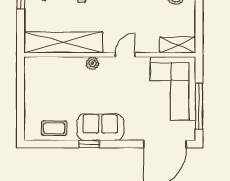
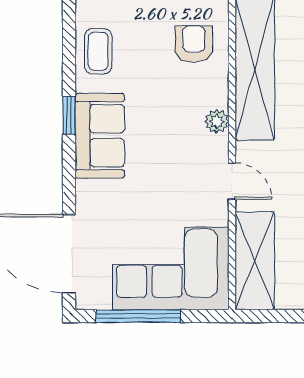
shelving: (178, 45) -> (255, 261), width x1.50, depth x1.33
armchair: (50, 76) -> (194, 44), added

